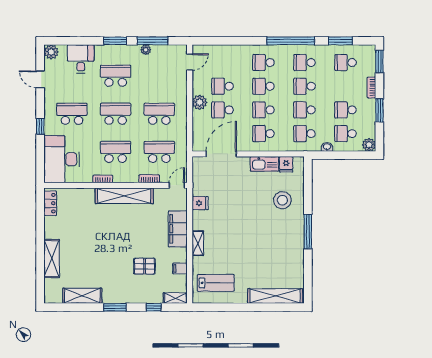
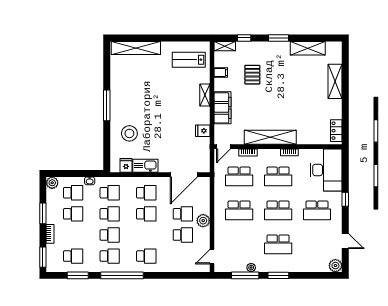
desk: (81, 59) -> (309, 259), removed
school desk: (263, 86) -> (146, 235), removed
pallet: (144, 266) -> (252, 75), turned 90

